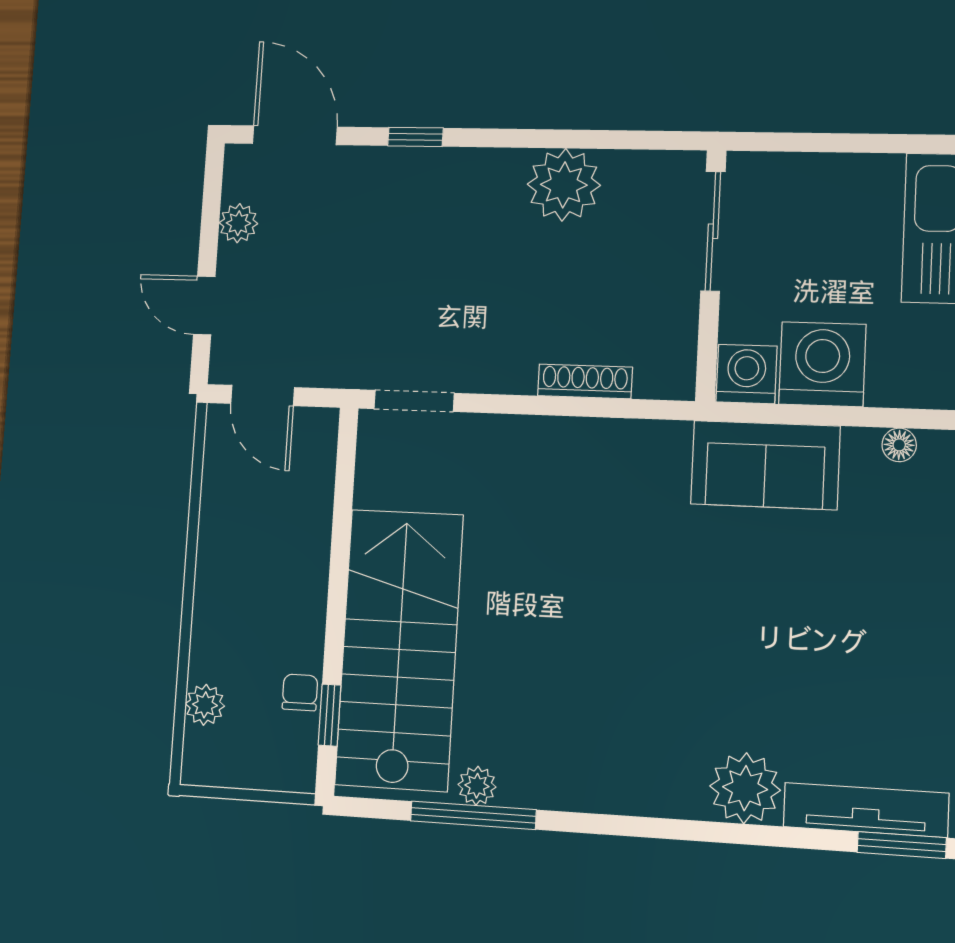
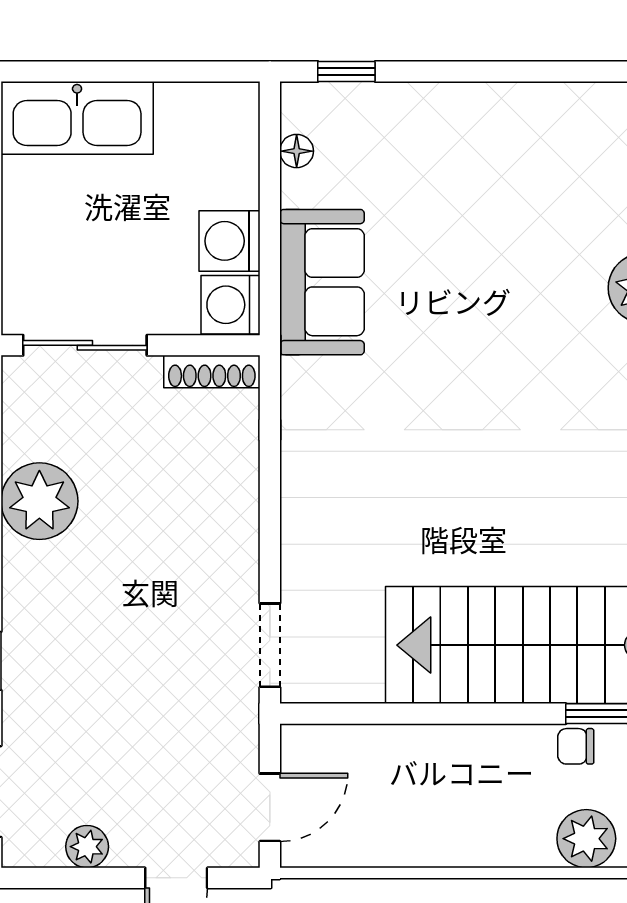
washing machine: (822, 364) -> (229, 241), width x0.73, depth x0.73
shoe rack: (585, 381) -> (212, 372), moved, turned -90
plant: (205, 705) -> (586, 839), width x1.38, depth x1.38

